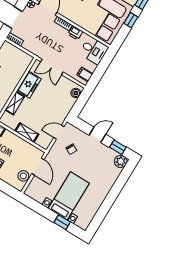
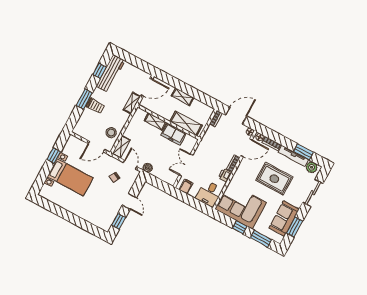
double door: (52, 67) -> (186, 165), moved
shelving: (18, 71) -> (186, 123), added
boiler: (76, 93) -> (148, 168), moved
shelving: (27, 133) -> (121, 147), moved
plant: (121, 161) -> (105, 225), removed
stool: (23, 176) -> (111, 133), moved
window: (62, 222) -> (54, 156), moved

